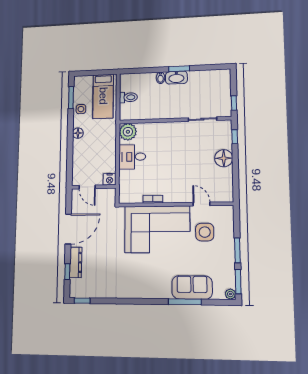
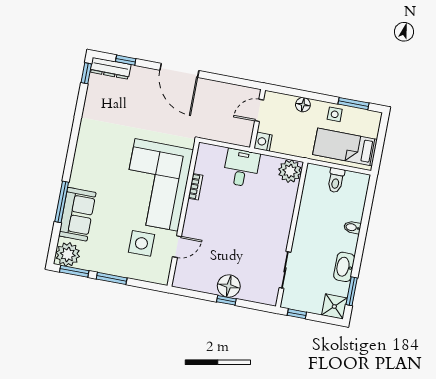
window: (179, 69) -> (352, 291), moved
shower: (222, 77) -> (334, 306), added
washbasin: (176, 78) -> (344, 267), moved
window: (235, 137) -> (226, 300), moved
desk: (132, 157) -> (241, 168), moved
nightstand: (110, 179) -> (263, 142), moved
door: (87, 187) -> (259, 110), moved
wall: (94, 187) -> (258, 119), moved
dresser: (76, 262) -> (110, 68), moved
plant: (230, 294) -> (68, 254), width x1.88, depth x1.88

